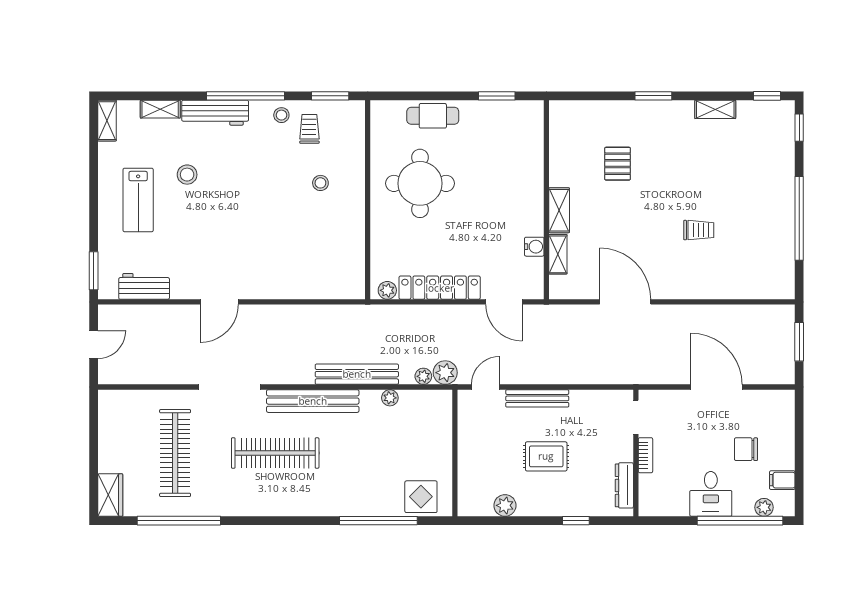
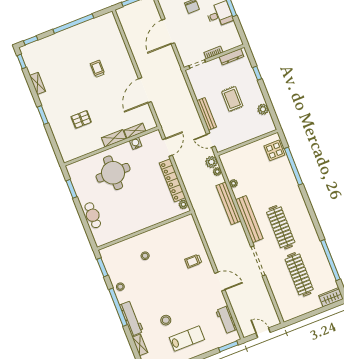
trolley: (309, 129) -> (193, 261), moved
round table: (420, 183) -> (113, 173), moved
clothes rail: (175, 453) -> (299, 274), turned 90

